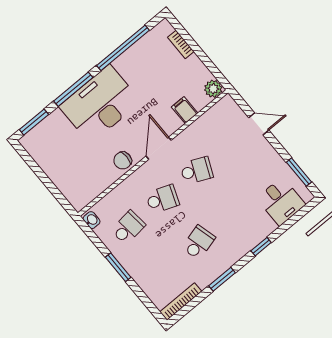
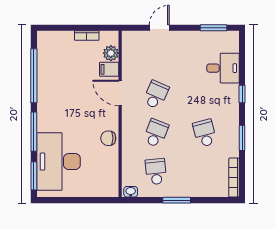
bookcase: (181, 44) -> (87, 36), moved
plant: (213, 89) -> (111, 53), moved
desk: (100, 104) -> (58, 162), moved
door: (159, 148) -> (120, 93), moved
chair: (123, 160) -> (108, 138), turned 90
desk: (281, 201) -> (223, 68), moved

